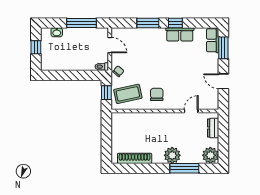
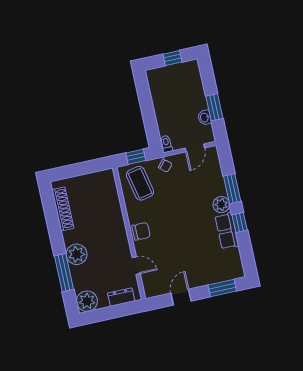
window: (81, 23) -> (214, 107), width x0.69
washbasin: (57, 32) -> (205, 118), moved
plant: (158, 34) -> (221, 205), added
row of seats: (213, 40) -> (229, 273), removed
chair: (157, 94) -> (141, 231), moved

